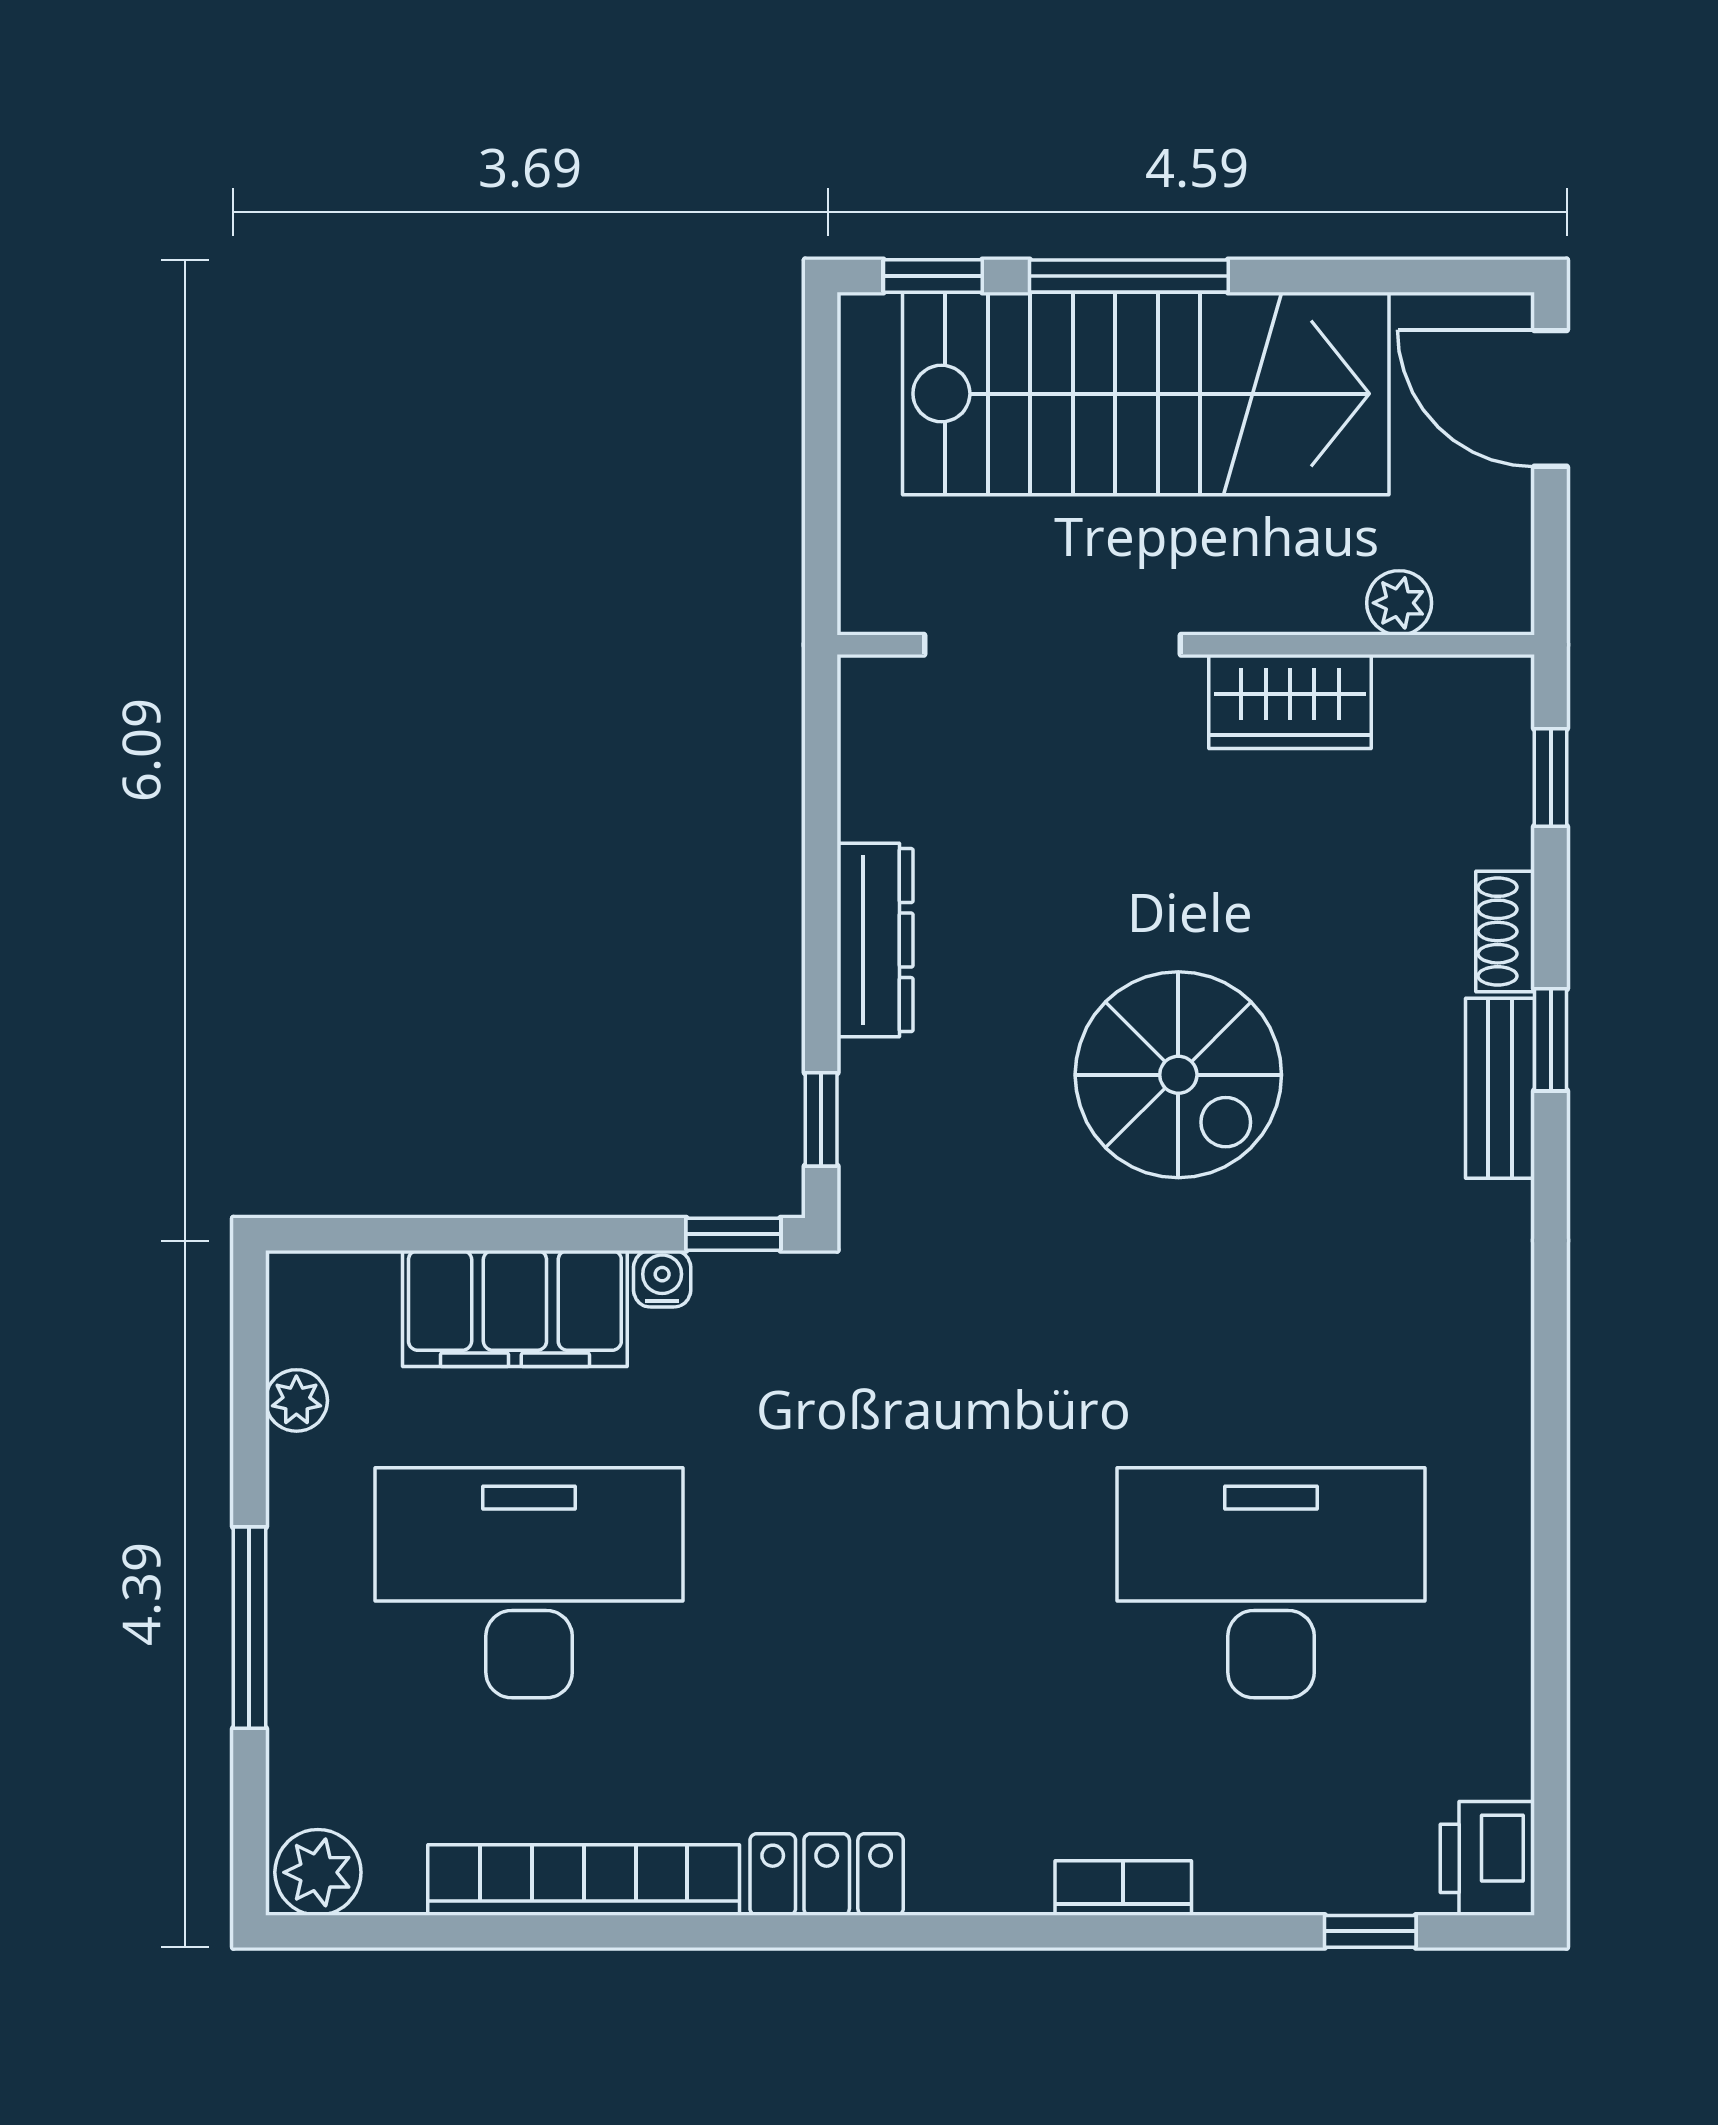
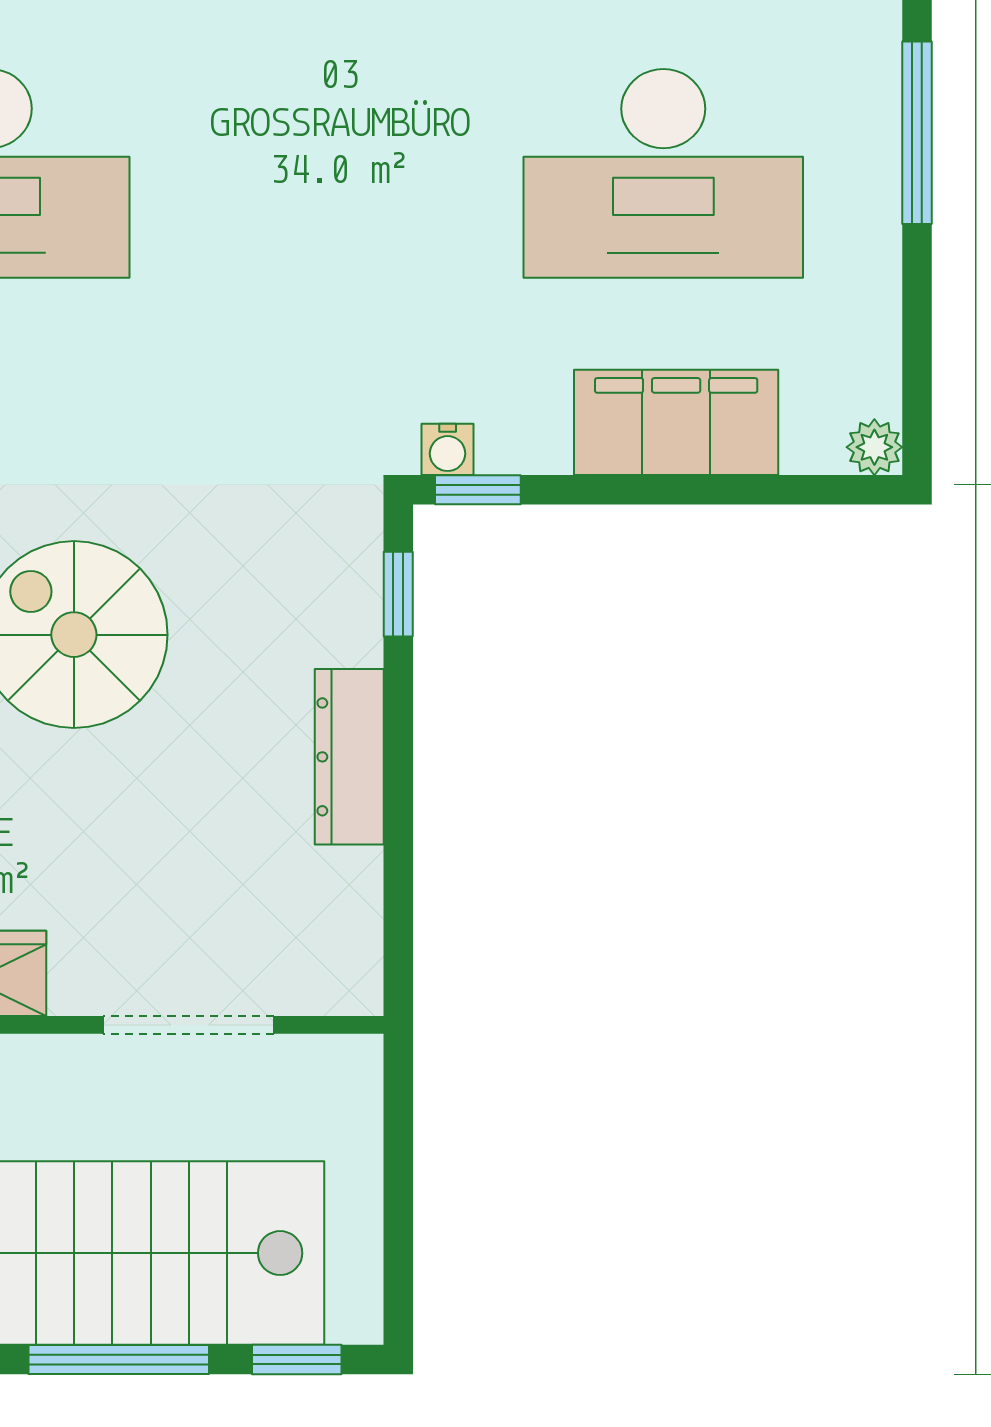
doorway: (1052, 645) -> (188, 1025), width x0.73
water cooler: (662, 1279) -> (448, 449), moved
plant: (296, 1400) -> (874, 447), moved

